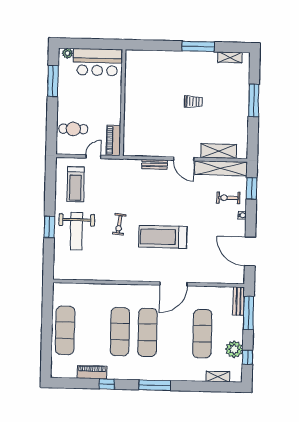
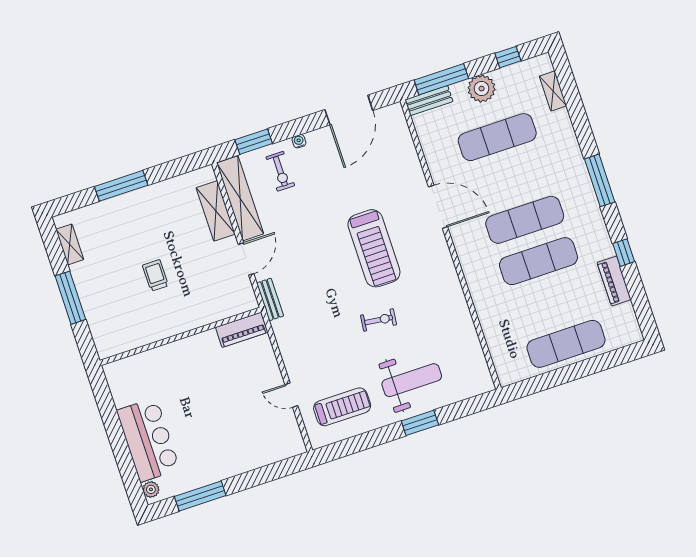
wall: (123, 103) -> (180, 336), moved
cafe table: (73, 129) -> (261, 440), removed
piano: (113, 140) -> (242, 330), moved
plant: (234, 349) -> (482, 89), moved

